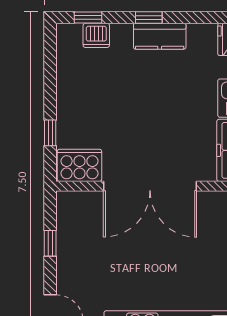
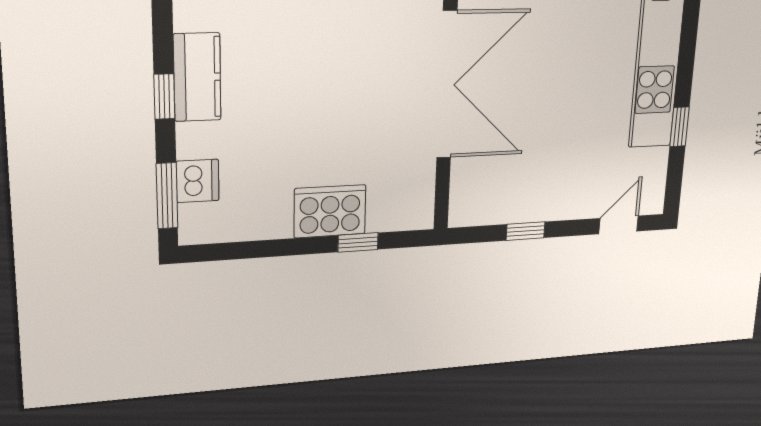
window: (88, 18) -> (167, 196), width x1.50
cooker: (79, 165) -> (330, 211), moved, turned 90

